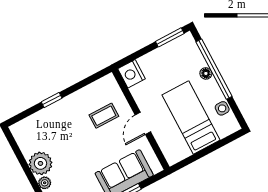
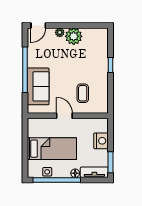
tv unit: (192, 51) -> (94, 172), added
window: (214, 69) -> (57, 180), moved
nightstand: (132, 74) -> (101, 141), moved, turned 90

